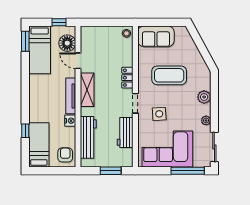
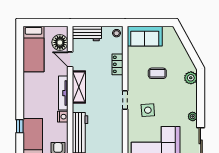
window: (59, 22) -> (52, 23), removed
window: (25, 41) -> (20, 41), removed
coffee table: (169, 75) -> (157, 73), width x0.54, depth x0.58
locker: (127, 78) -> (117, 64), moved
plant: (204, 97) -> (191, 78), moved
workbench: (125, 133) -> (87, 33), moved, turned -90

